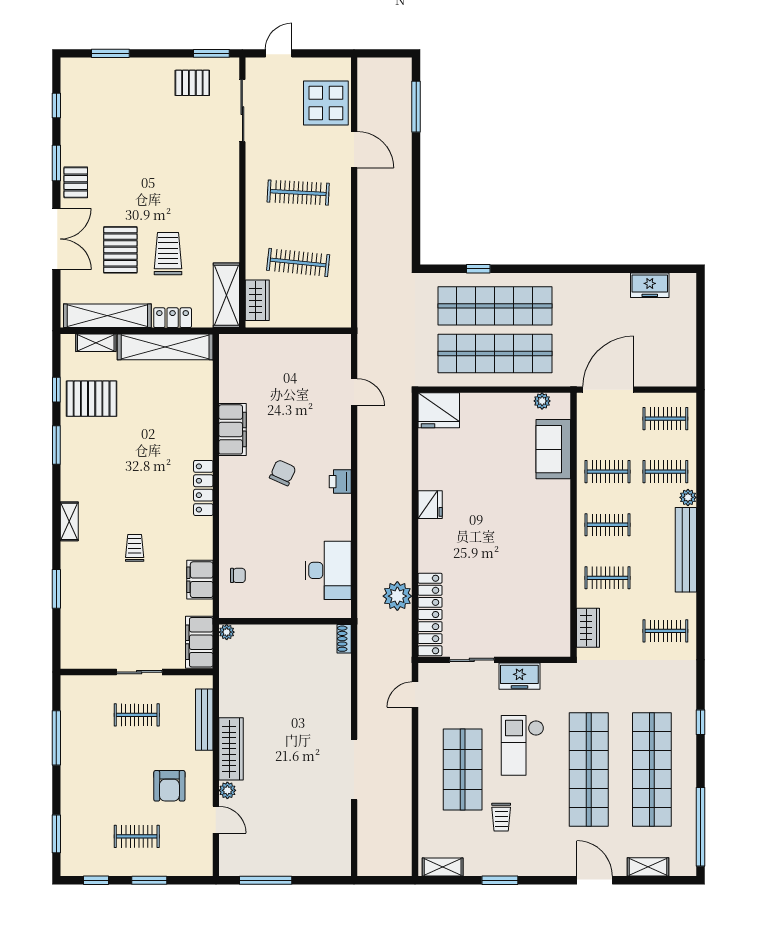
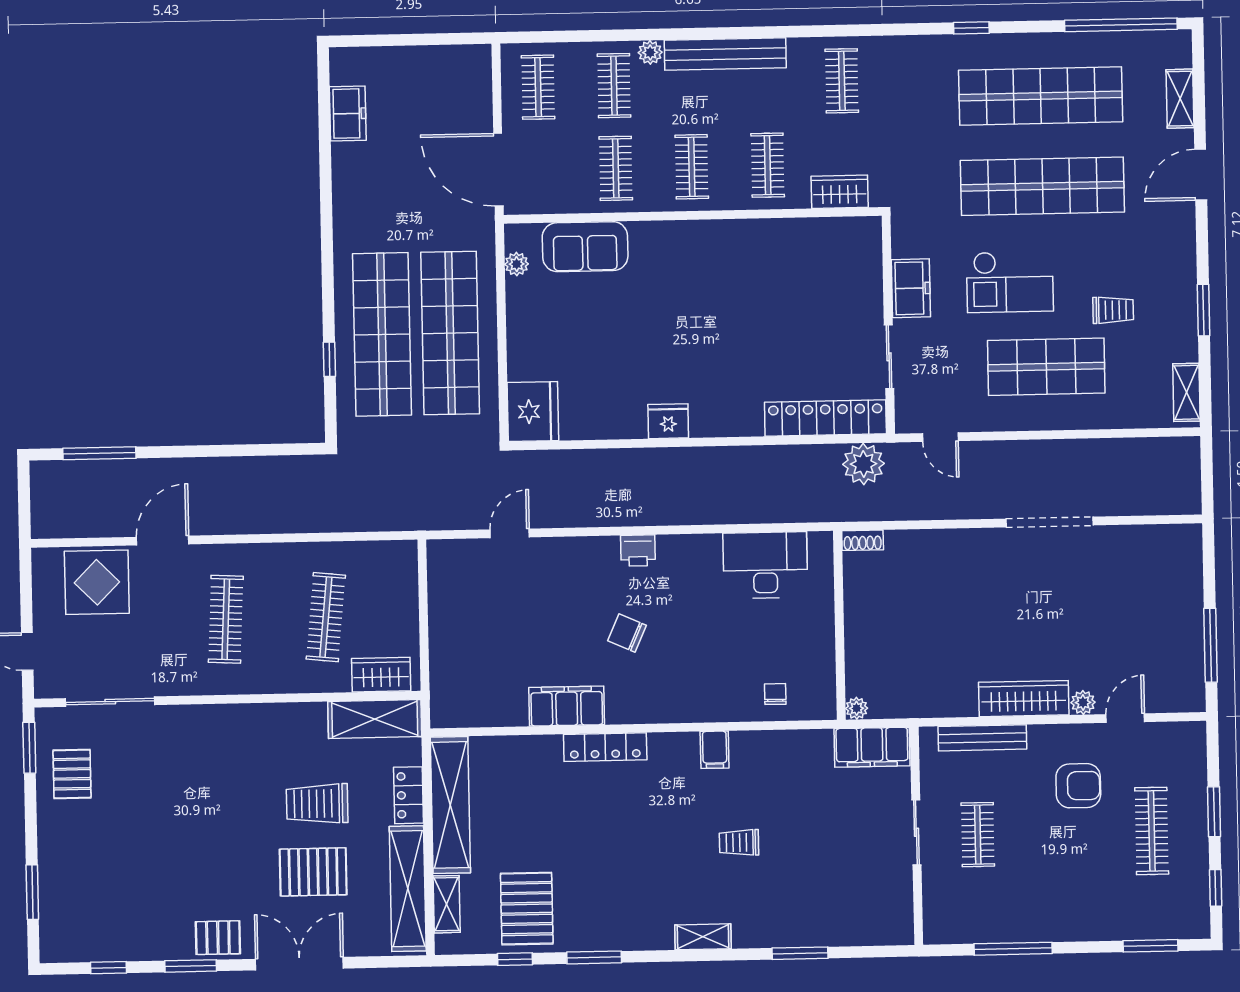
locker: (203, 488) -> (605, 747), moved
filing cabinet: (200, 580) -> (715, 750), moved, width x0.50
plant: (397, 596) -> (863, 464), moved
clothes rail: (137, 836) -> (1152, 831), width x1.36

